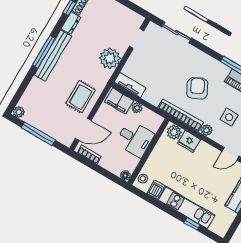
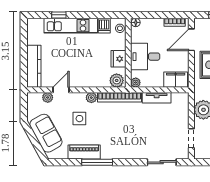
tv unit: (130, 85) -> (157, 98), moved
armchair: (197, 88) -> (119, 127), removed
plant: (137, 108) -> (136, 83), moved
fridge: (189, 141) -> (118, 59), moved, turned -90

